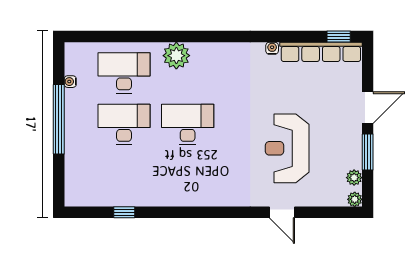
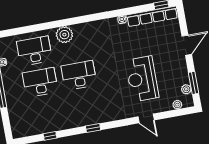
window: (368, 152) -> (194, 83), moved
plant: (355, 199) -> (177, 105), moved
window: (195, 212) -> (93, 128), added

